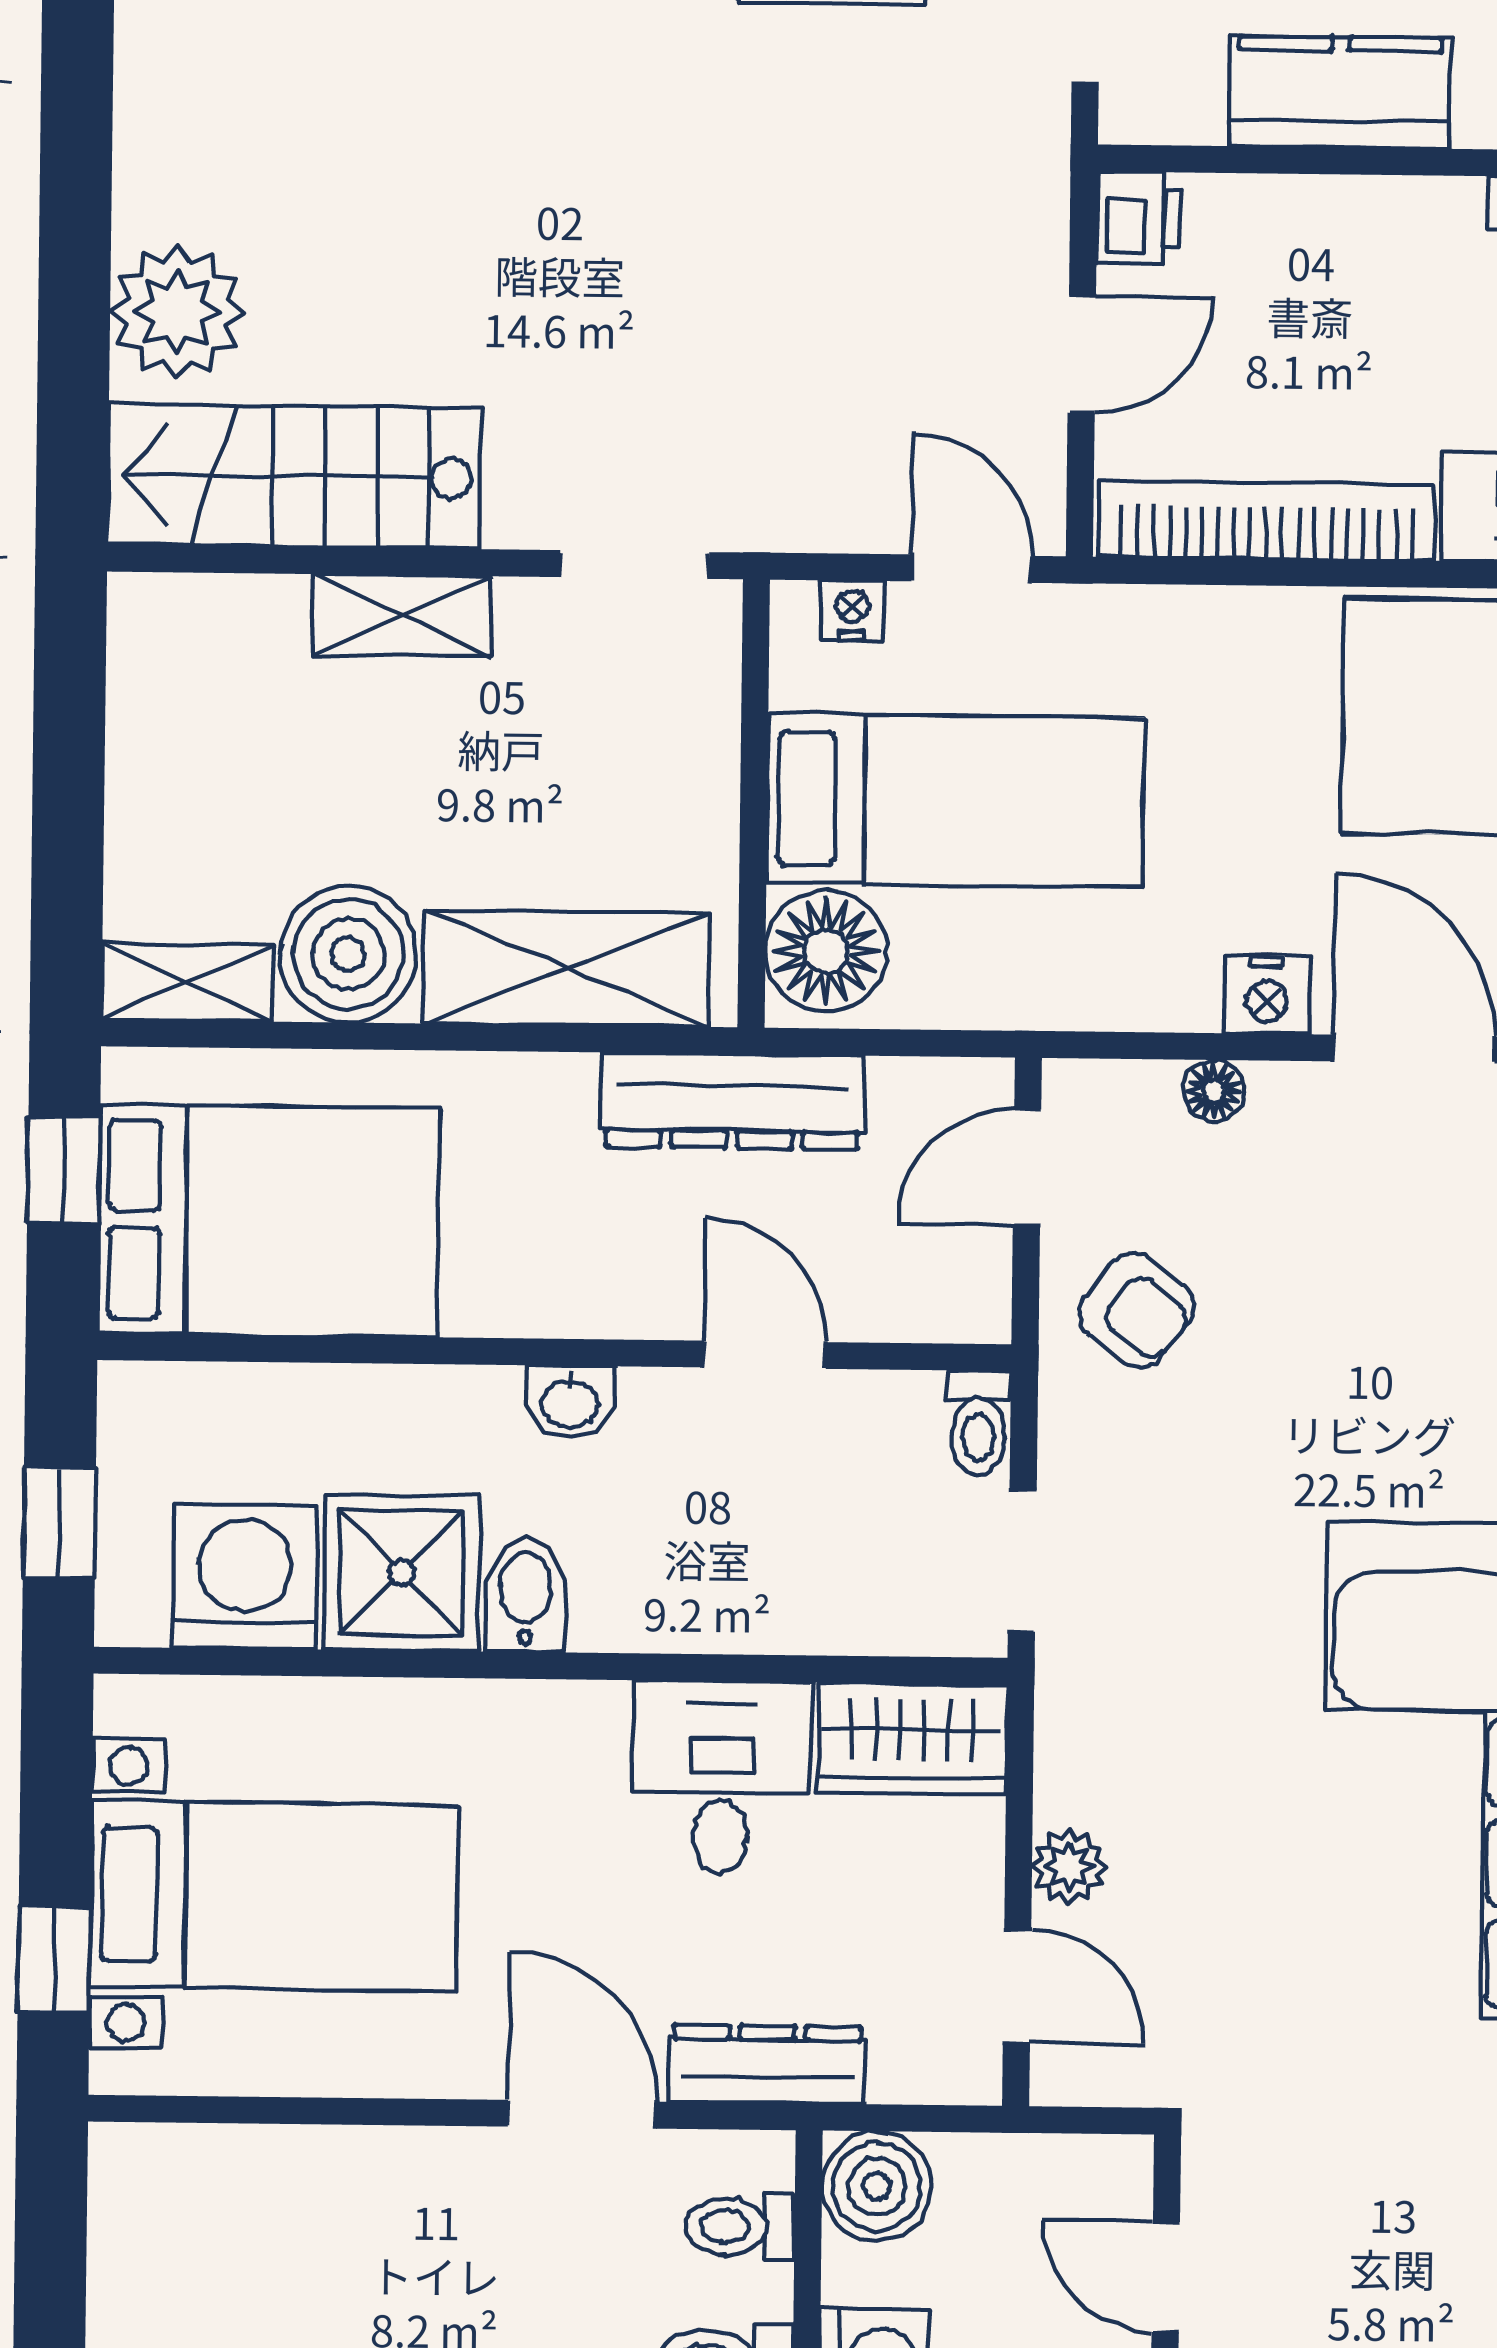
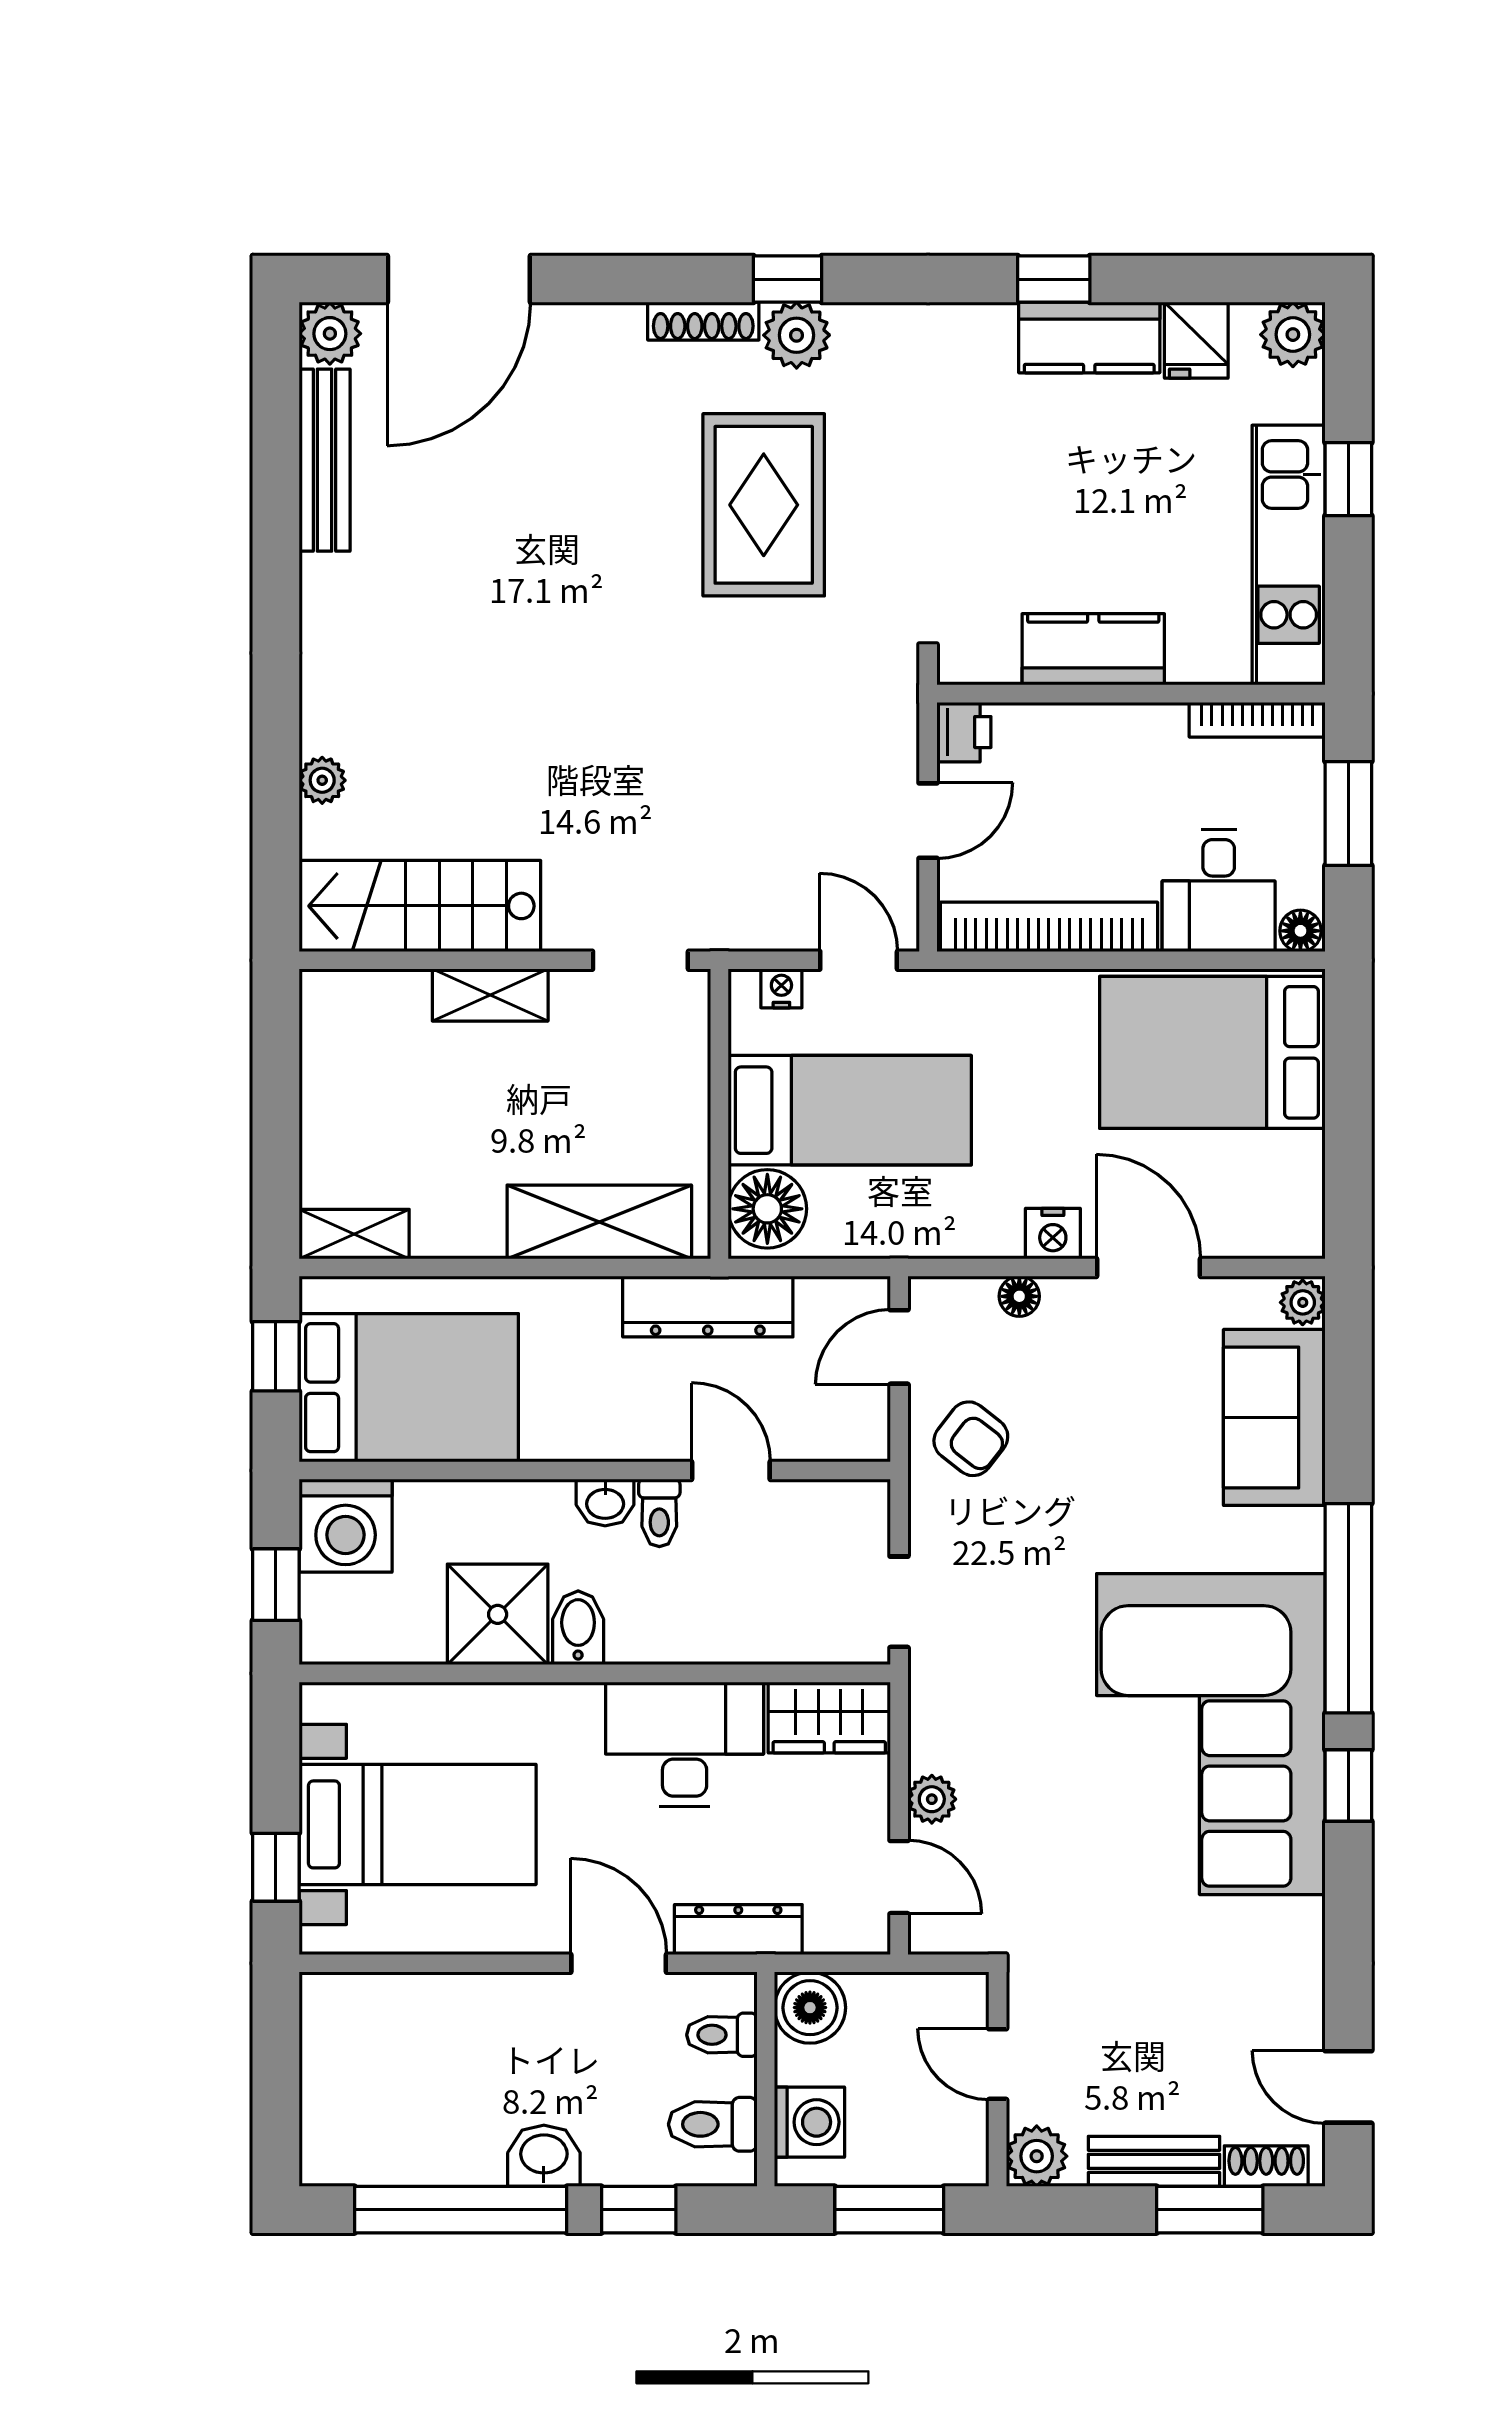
plant: (177, 312) -> (322, 780), width x0.53, depth x0.53
boiler: (348, 954) -> (458, 1215), removed
toilet: (978, 1423) -> (659, 1513), moved
washing machine: (245, 1577) -> (346, 1526), moved, turned 180
desk: (721, 1777) -> (685, 1744), width x1.37

